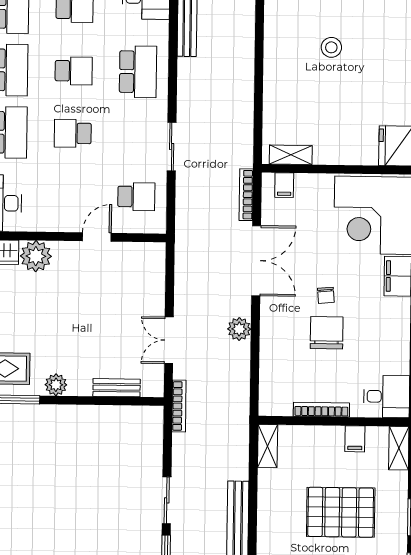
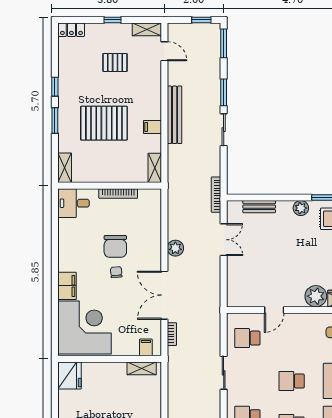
school desk: (73, 133) -> (292, 381), turned 180
bookcase: (246, 195) -> (172, 334), width x0.64
filing cabinet: (355, 439) -> (152, 127), moved, turned -90

